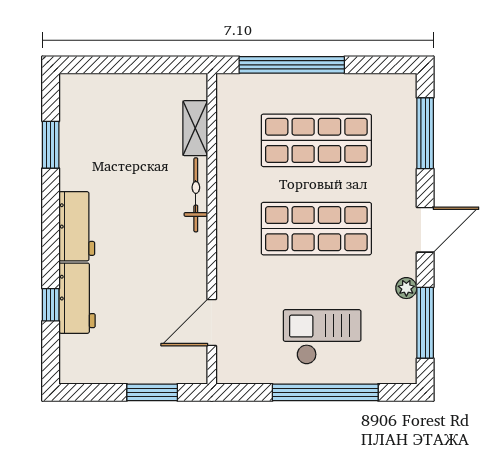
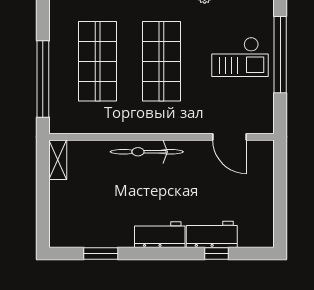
shelving: (195, 128) -> (58, 160), moved, turned 90
bicycle: (196, 195) -> (147, 152), width x1.37, depth x1.40
checkout: (322, 337) -> (240, 57), turned -90
window: (152, 392) -> (280, 180), removed

